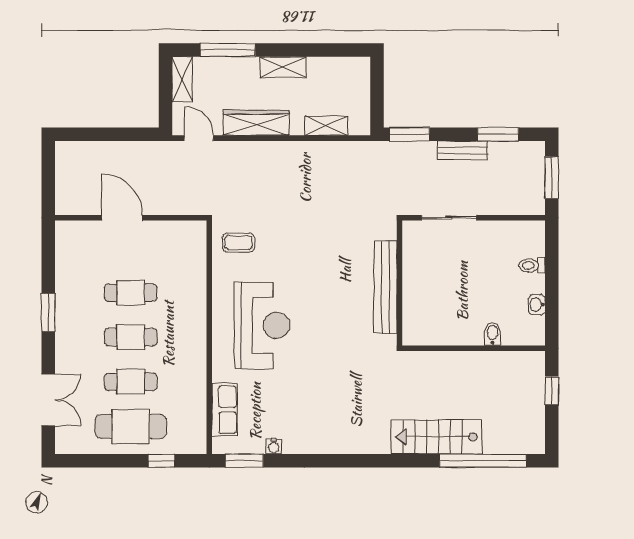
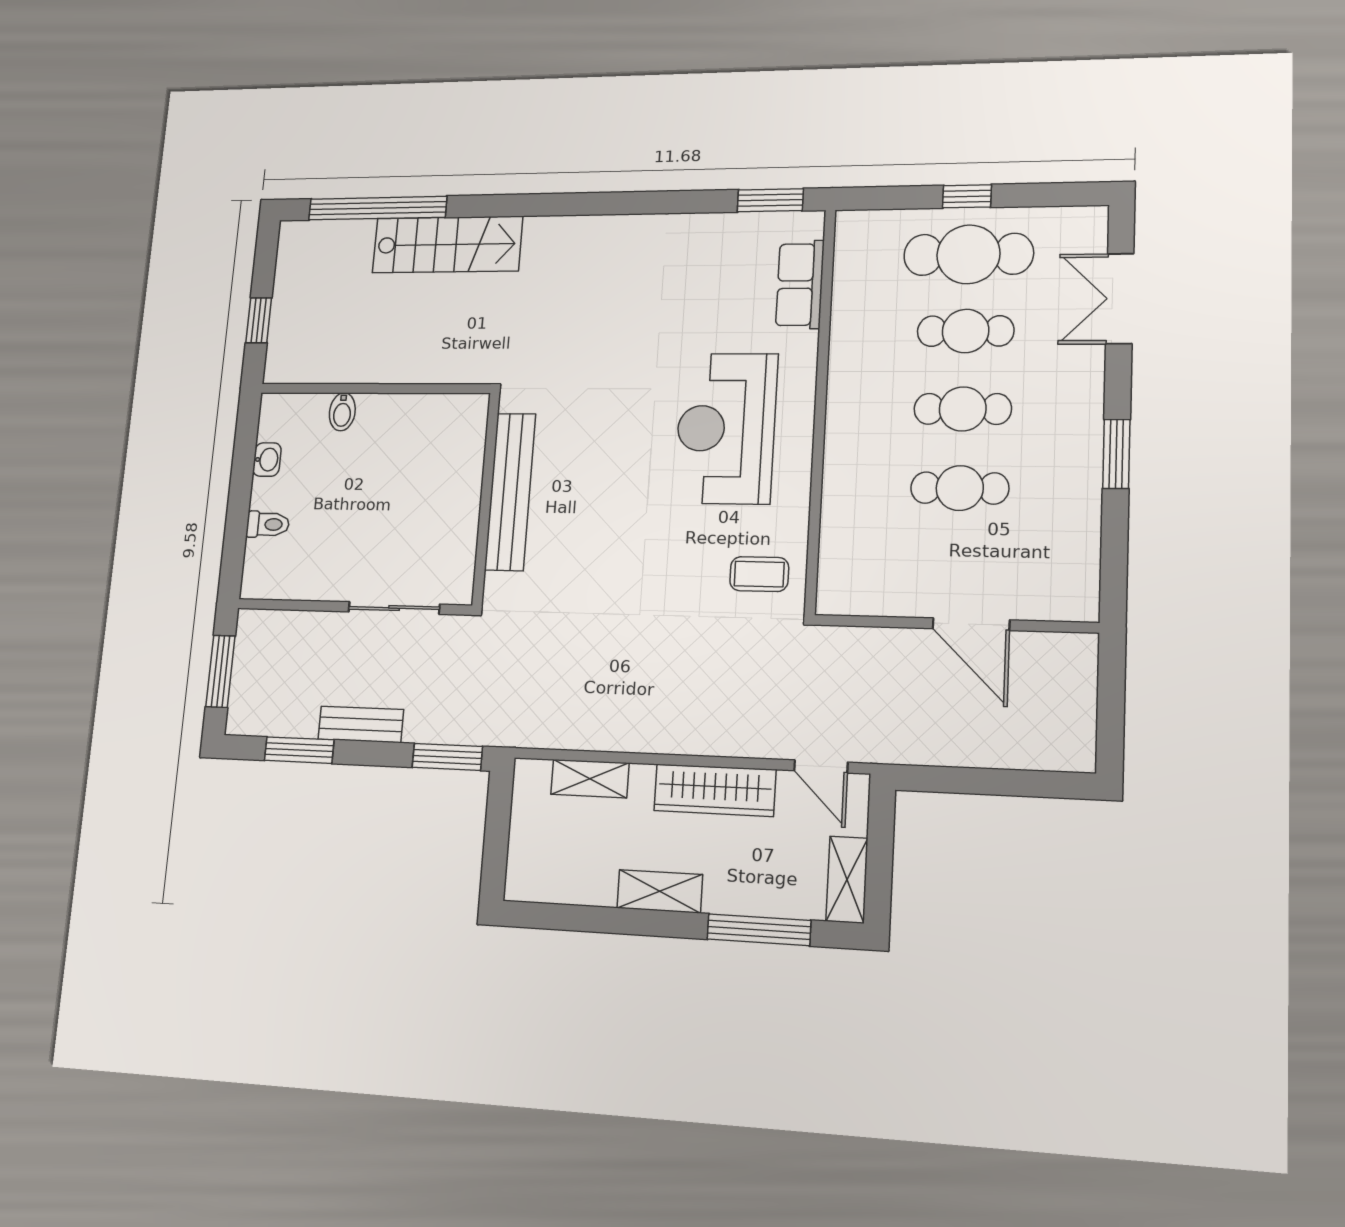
water cooler: (274, 446) -> (718, 225), removed
window: (162, 461) -> (967, 196), moved

